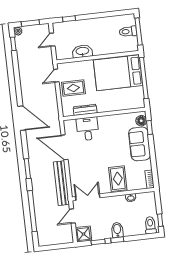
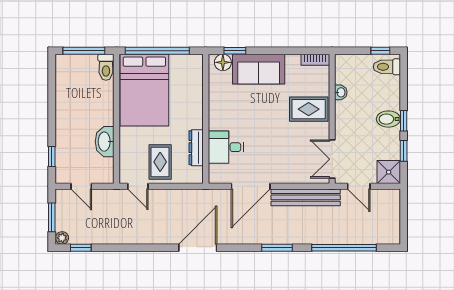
toilet: (128, 31) -> (106, 67), moved

